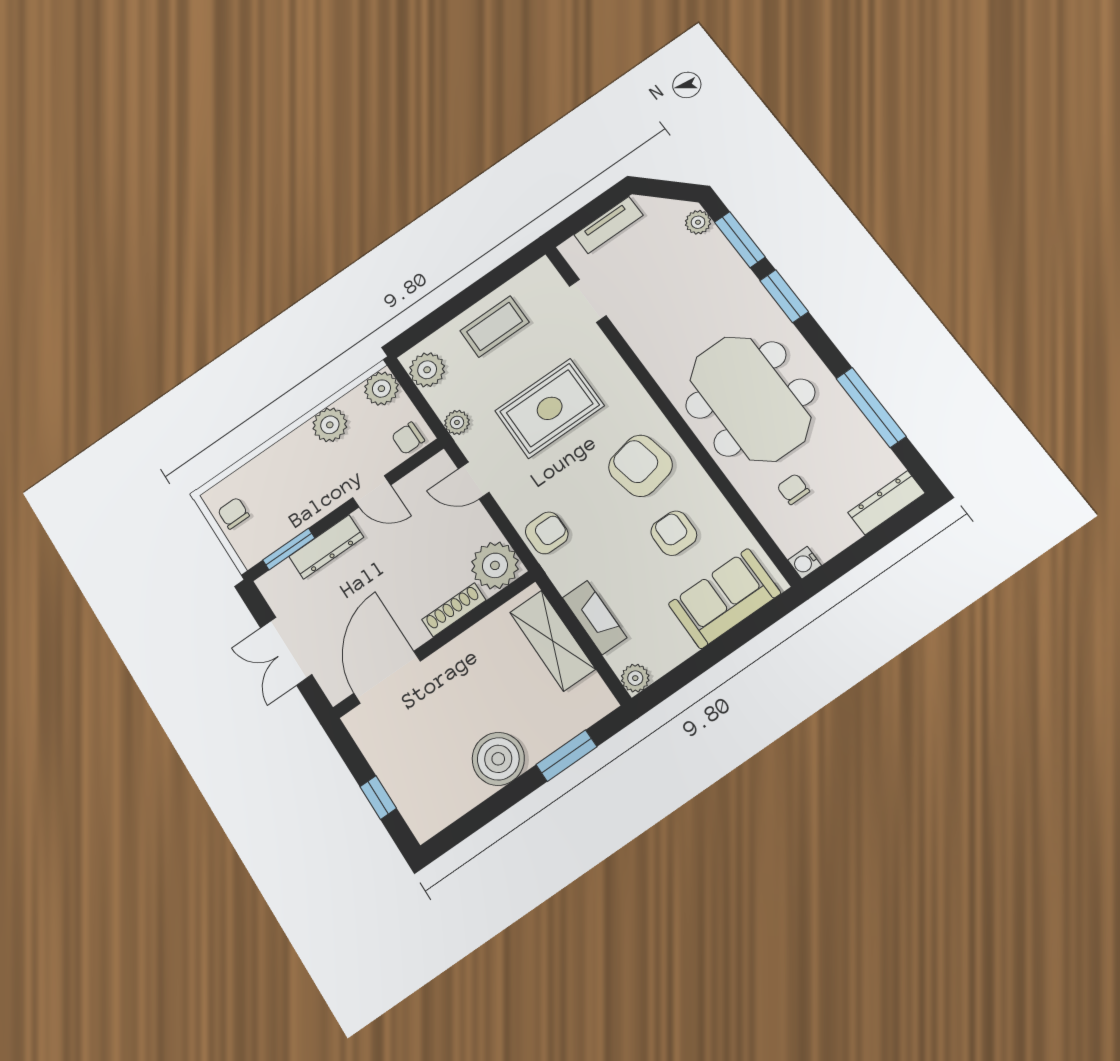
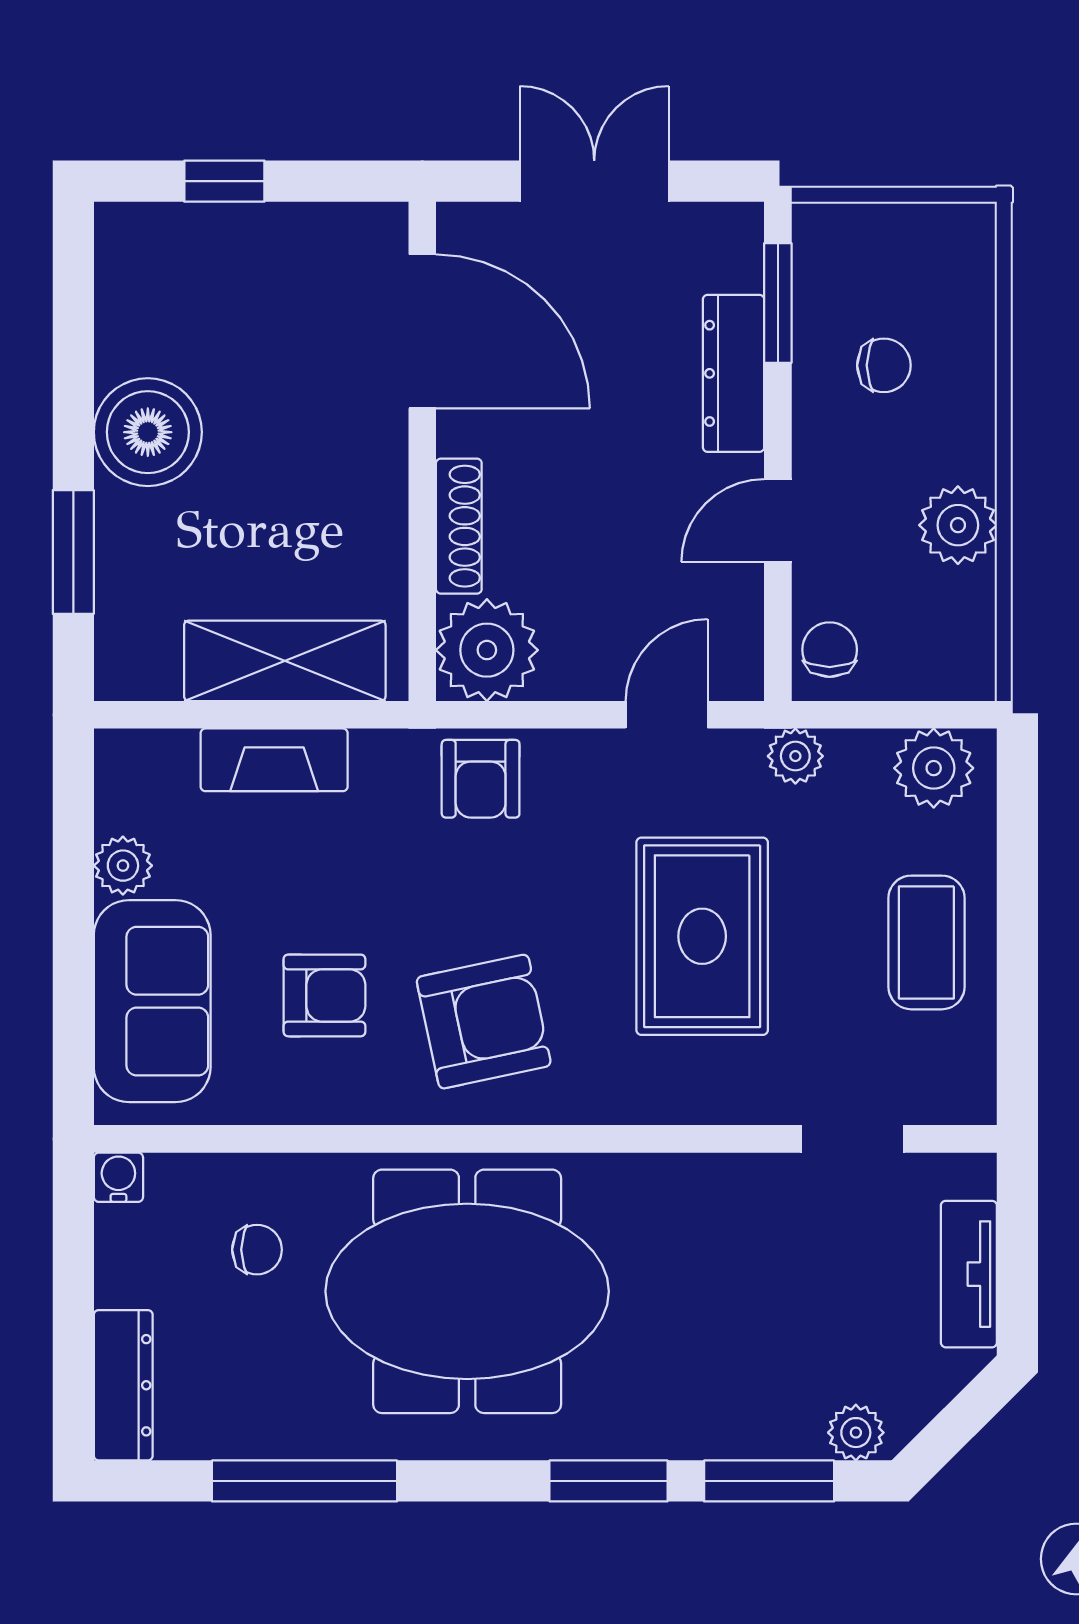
plant: (381, 389) -> (959, 663), removed
chair: (234, 513) -> (884, 365), moved
plant: (635, 678) -> (123, 866), moved

